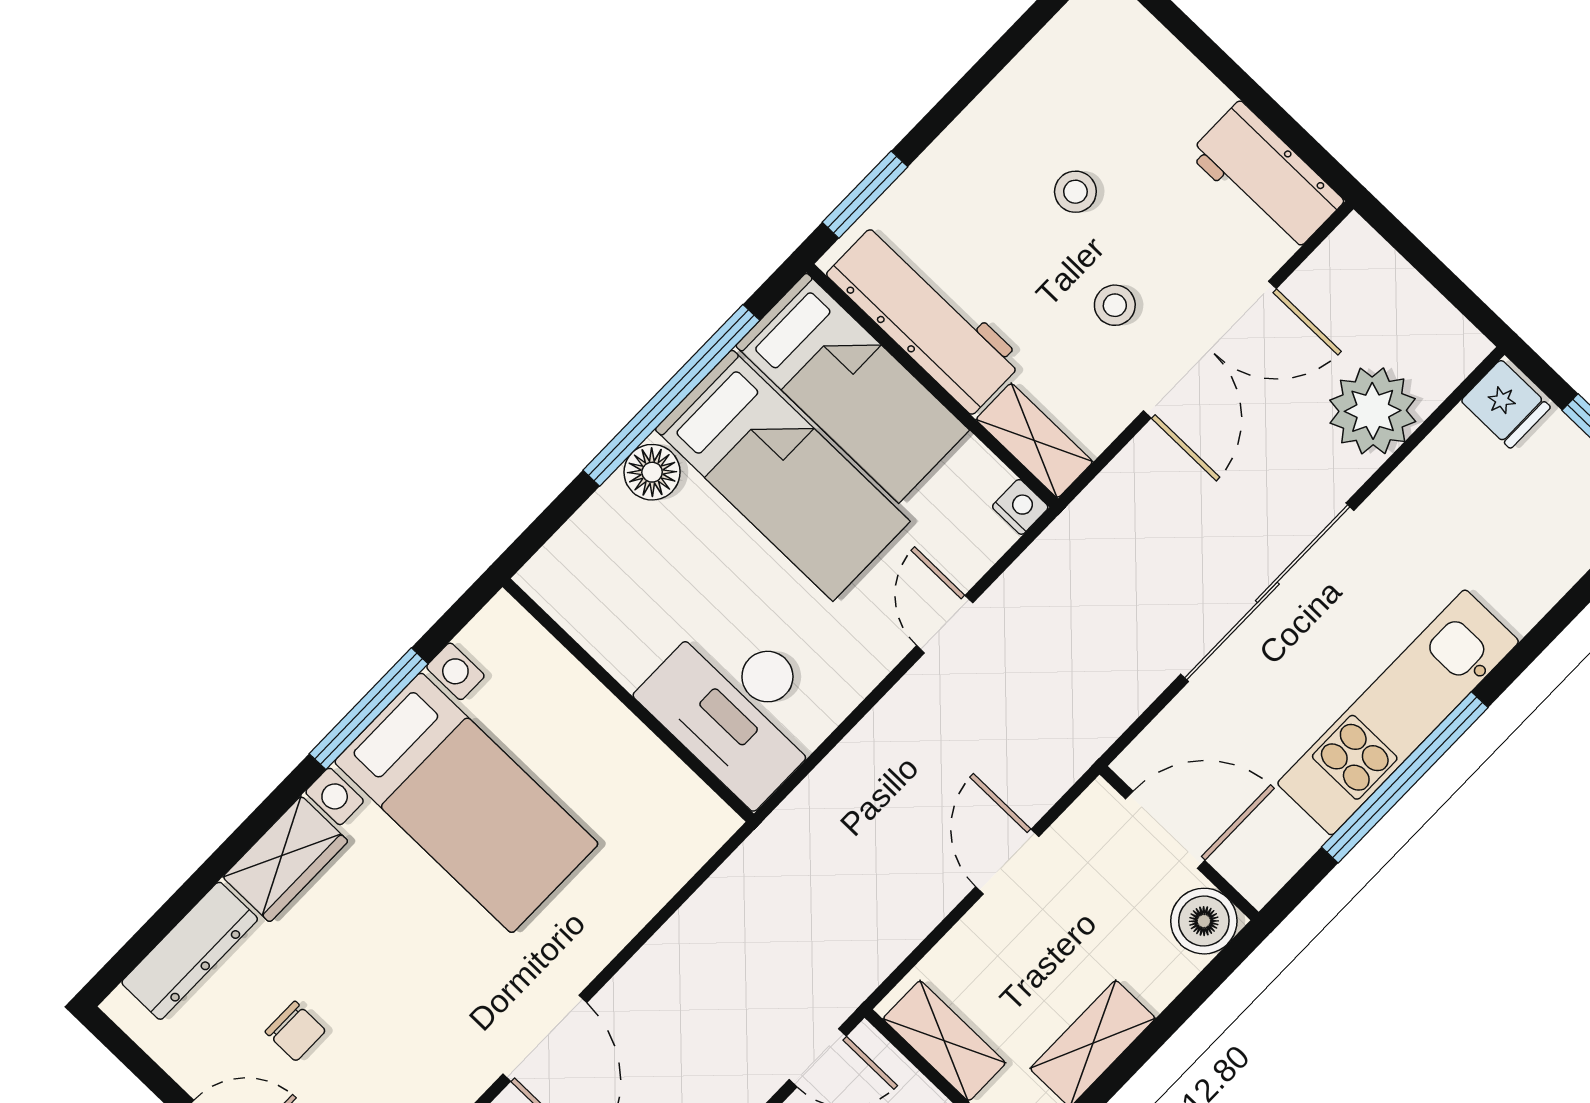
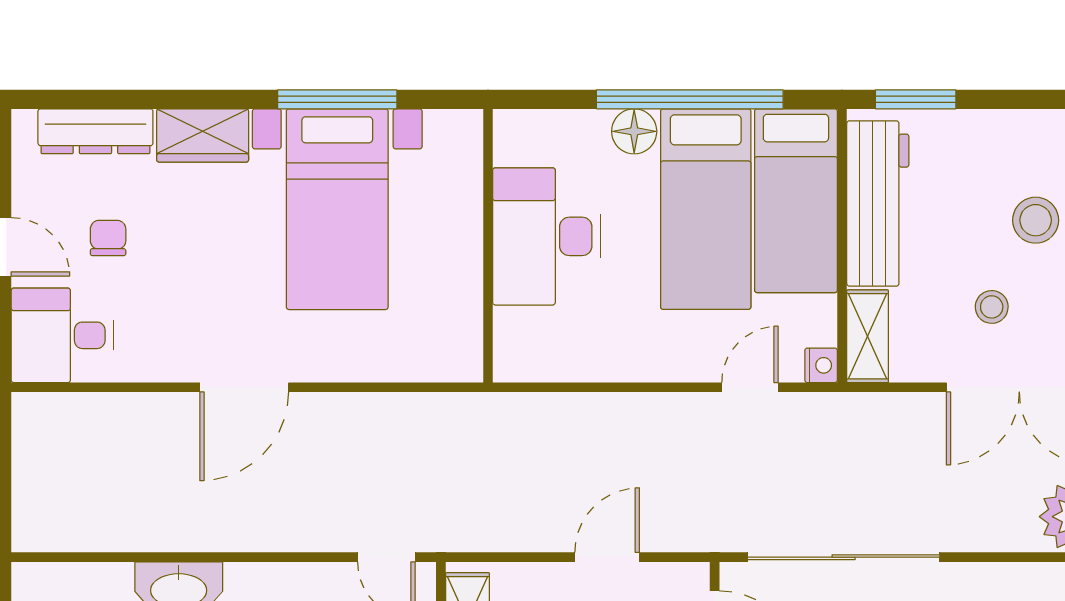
stool: (1075, 192) -> (1036, 220), width x1.37, depth x1.37
sliding door: (1267, 592) -> (844, 557), moved
door: (945, 624) -> (750, 387), moved
desk: (739, 706) -> (547, 236), moved
chair: (295, 1031) -> (108, 238), turned 180

